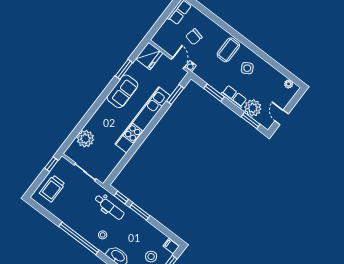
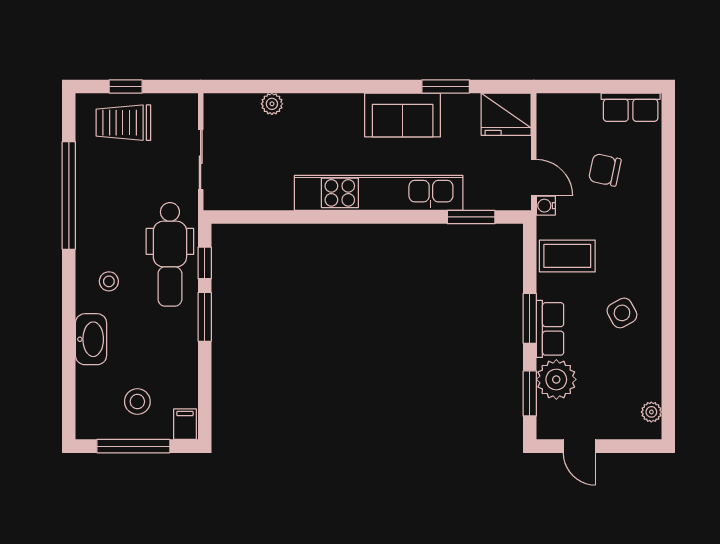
coffee table: (228, 50) -> (567, 256), moved
door: (178, 63) -> (534, 178), hinge flipped
window: (214, 93) -> (530, 318), moved
door: (282, 117) -> (580, 446), swing flipped
plant: (85, 139) -> (272, 104), width x0.53, depth x0.53
window: (51, 164) -> (126, 86), moved
dental chair: (109, 207) -> (170, 254), width x1.36, depth x1.38
window: (79, 238) -> (69, 195), moved

